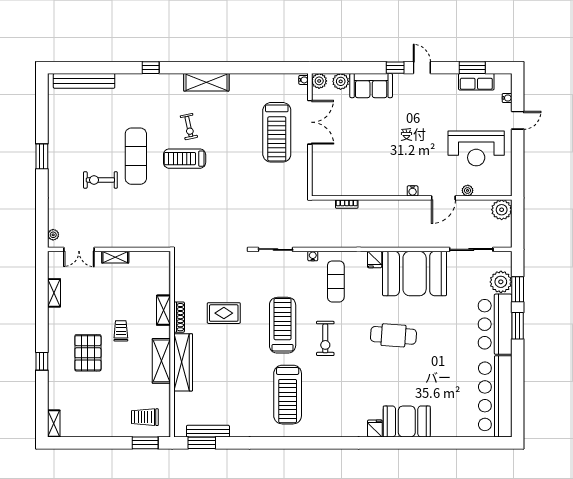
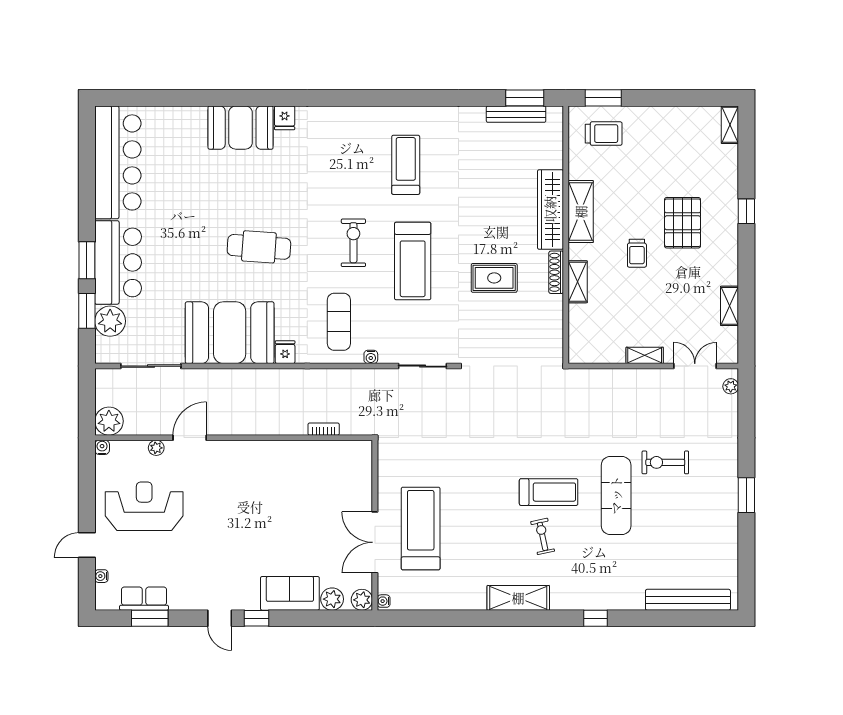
exercise bike: (100, 180) -> (665, 462), turned 180
water cooler: (413, 191) -> (102, 447), moved
treadmill: (288, 395) -> (406, 165), width x0.73, depth x0.73

